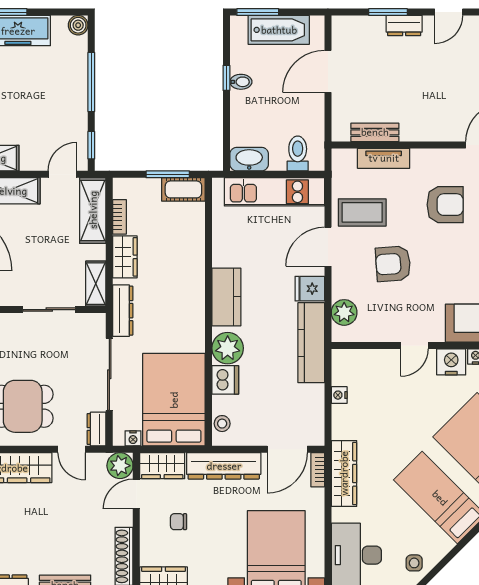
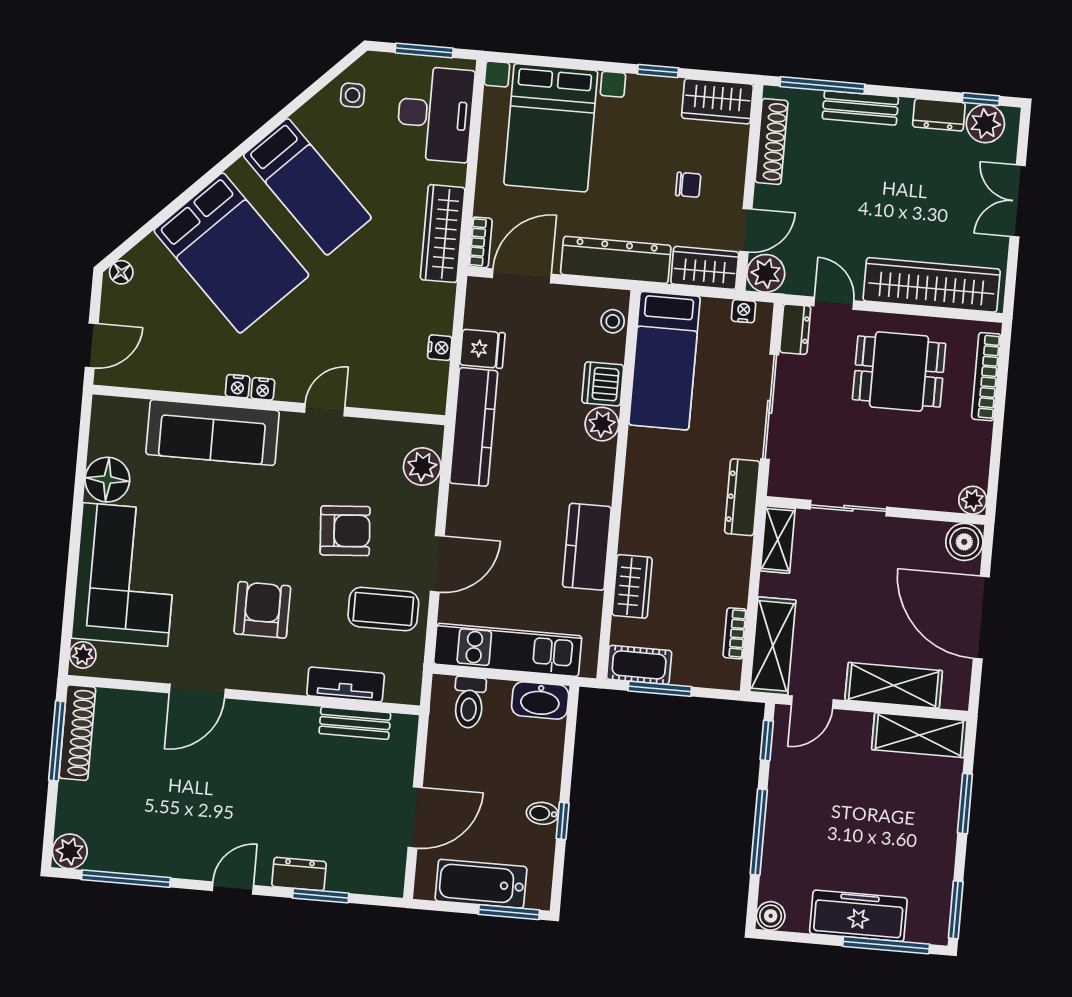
armchair: (445, 205) -> (262, 610), turned 90
wardrobe: (125, 257) -> (632, 586), moved, turned 180
fridge: (310, 289) -> (482, 349), moved
kitchen counter: (226, 297) -> (587, 547), moved
plant: (228, 348) -> (602, 424), width x0.73, depth x0.73
nightstand: (451, 362) -> (263, 389), width x0.53, depth x0.56
bed: (174, 400) -> (664, 361), width x0.67

